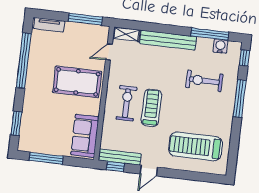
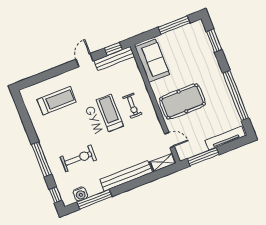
tv unit: (49, 25) -> (225, 138), width x1.41
door: (109, 52) -> (169, 140), hinge flipped
exercise bike: (126, 103) -> (132, 106), width x0.73, depth x0.72
treadmill: (151, 108) -> (110, 113), turned 180
treadmill: (196, 146) -> (57, 101), width x0.73, depth x0.73

